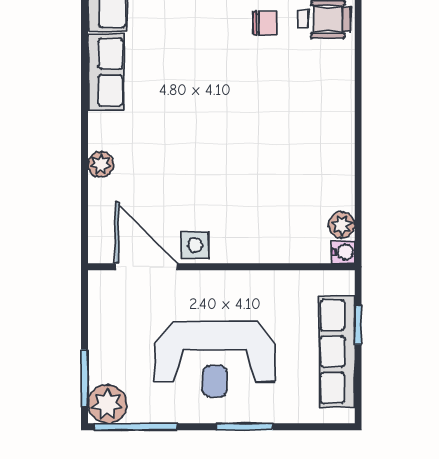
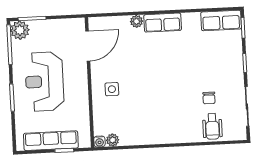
row of seats: (106, 72) -> (163, 23), moved
side table: (195, 245) -> (112, 89), moved

